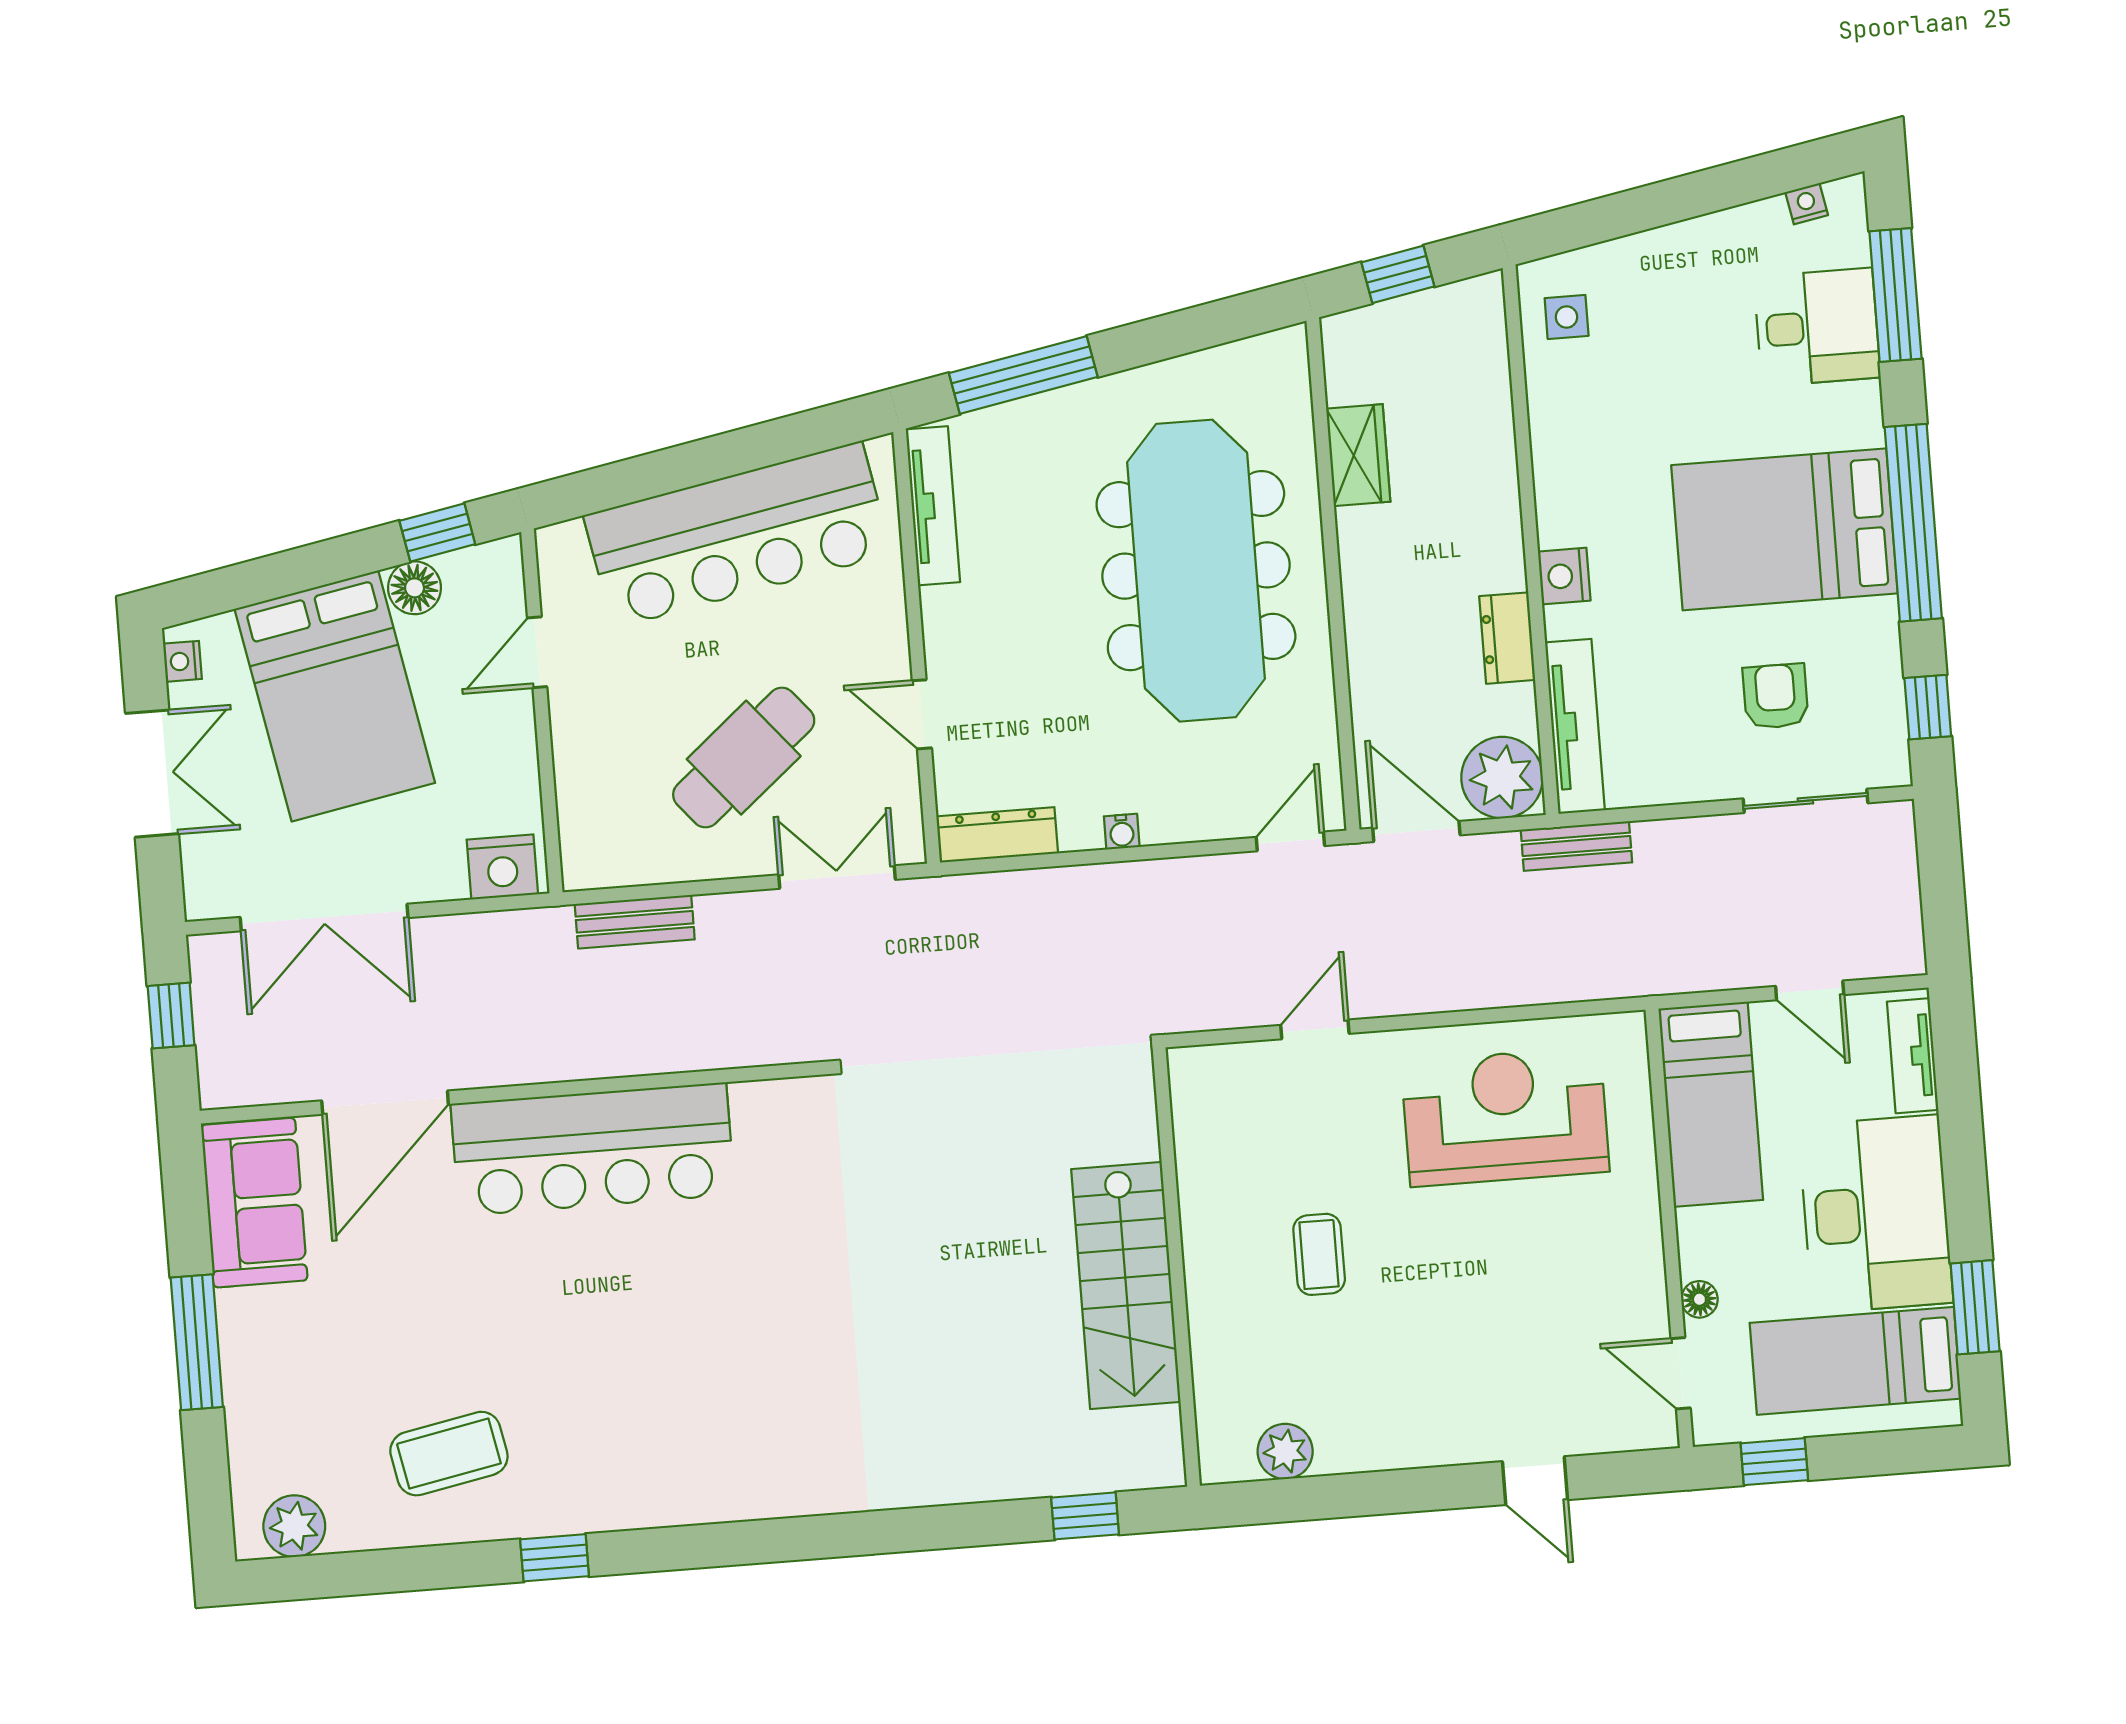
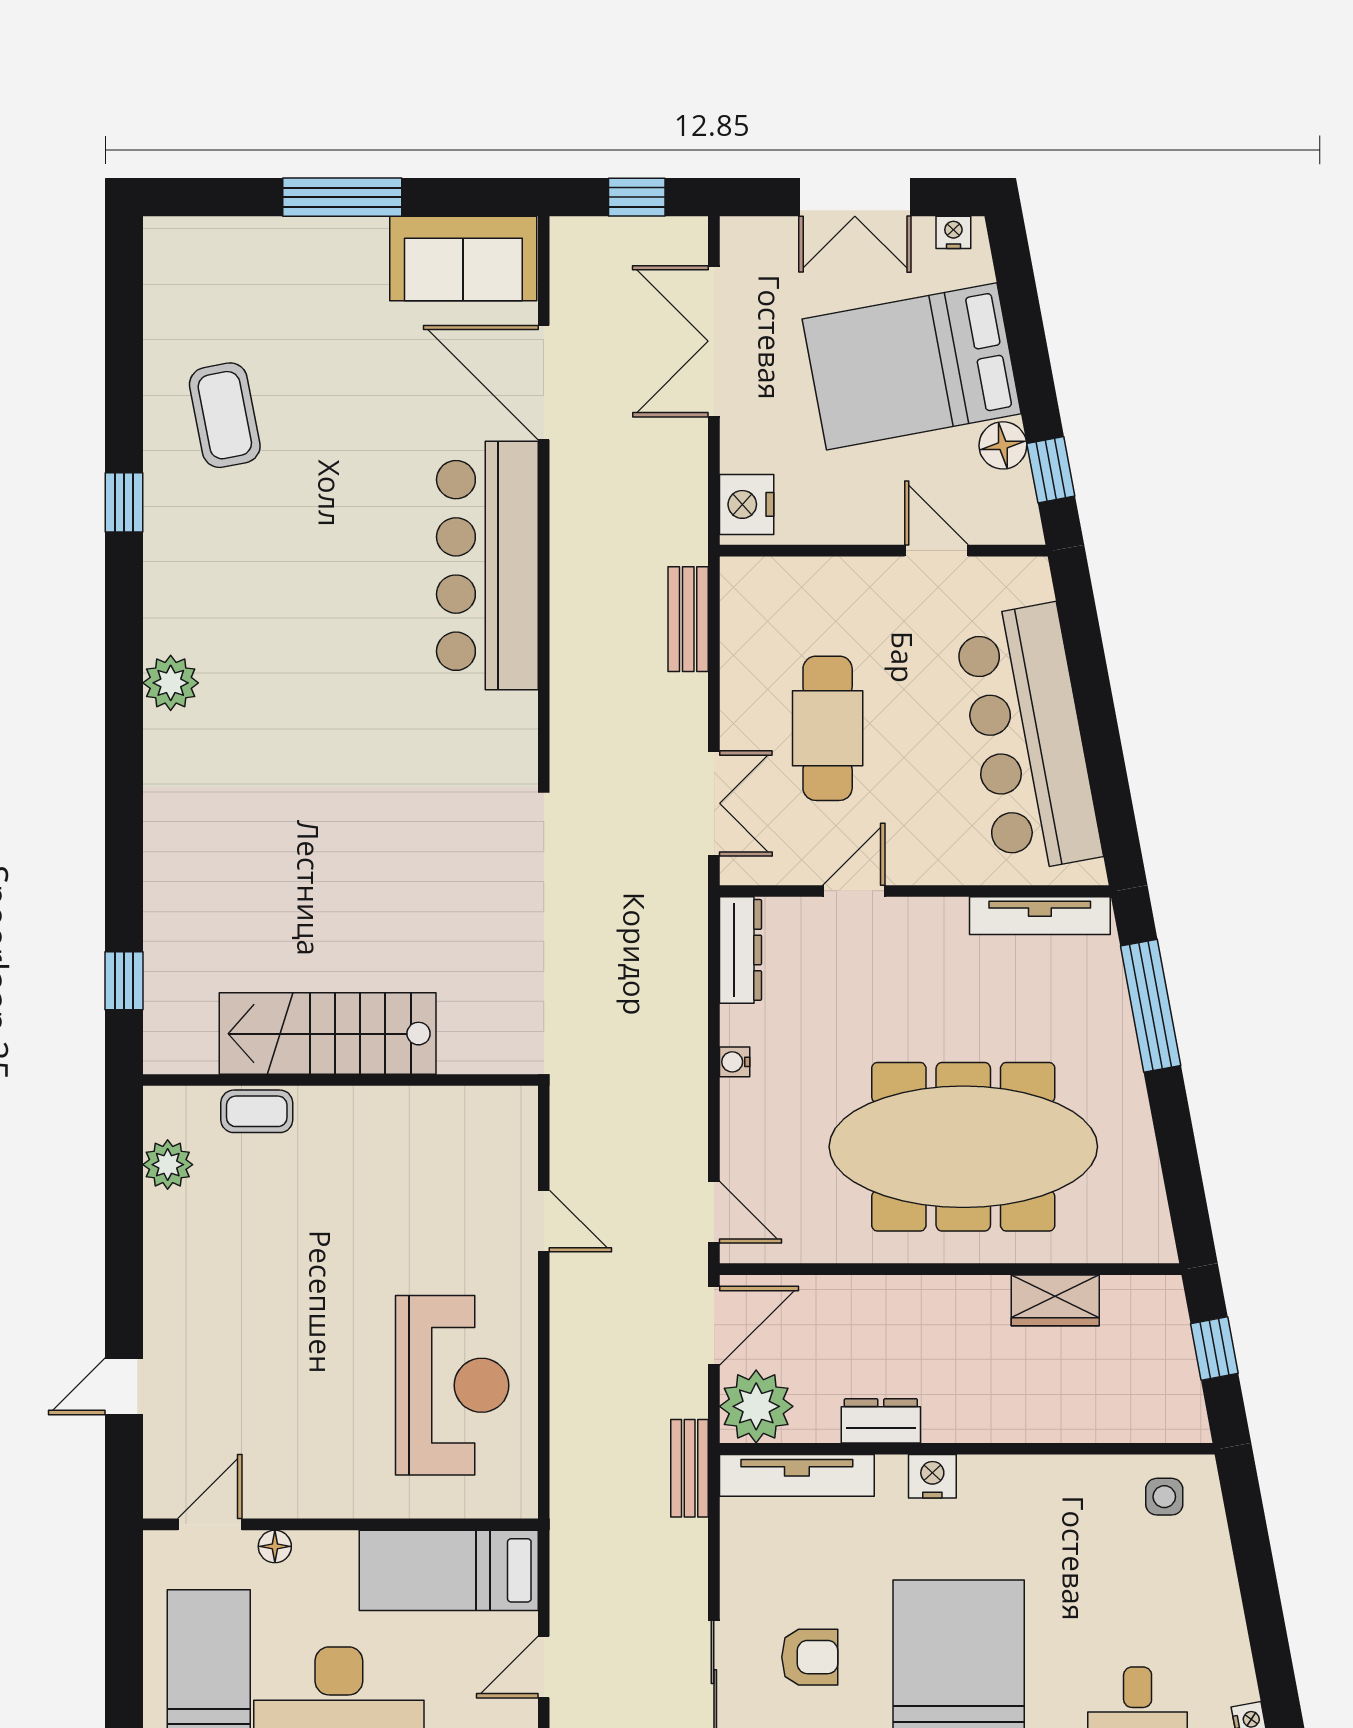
cafe table: (744, 758) -> (828, 728), turned 40
coffee table: (1319, 1254) -> (257, 1111), moved
window: (1774, 1462) -> (124, 1602), removed
plant: (294, 1526) -> (171, 683), moved

